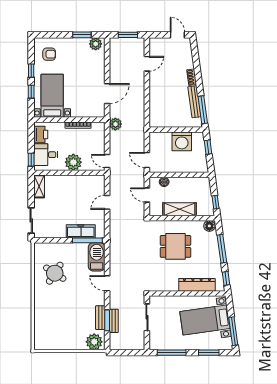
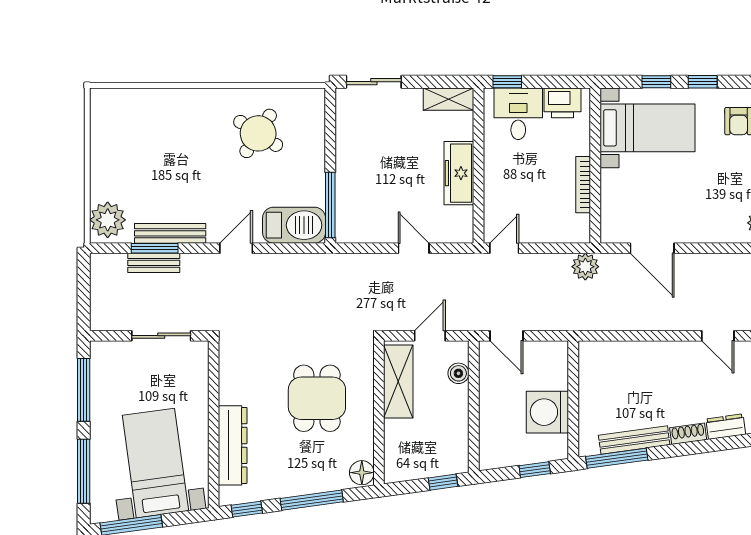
dresser: (188, 60) -> (726, 427), added
door: (147, 160) -> (506, 336), swing flipped
plant: (73, 162) -> (502, 174), removed
window: (215, 202) -> (443, 482), moved
shelving: (180, 209) -> (398, 382), moved
freezer: (81, 231) -> (459, 173), moved, turned 180
bench: (100, 318) -> (170, 233), width x1.36
window: (209, 353) -> (84, 471), width x1.44

